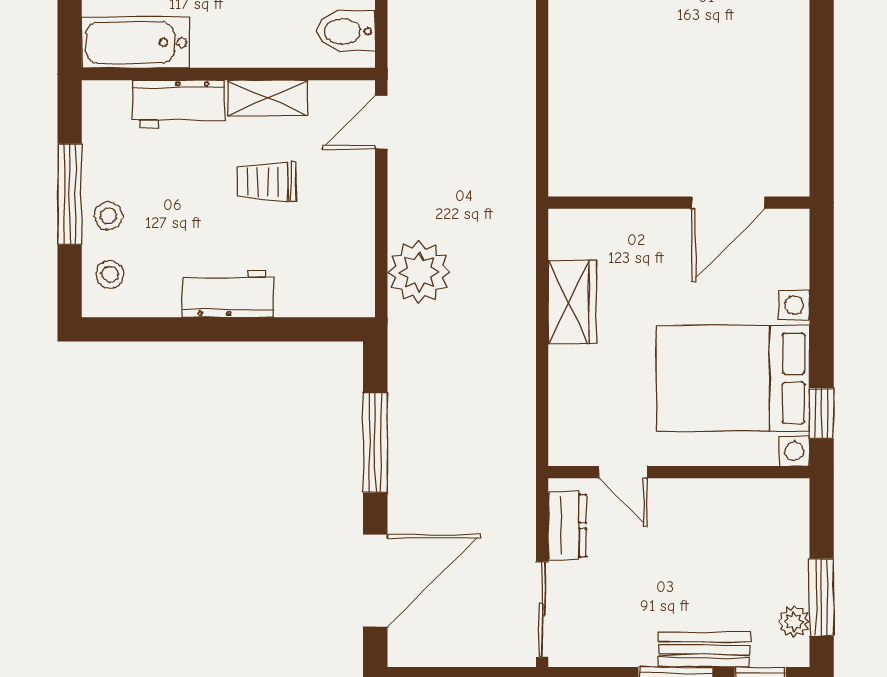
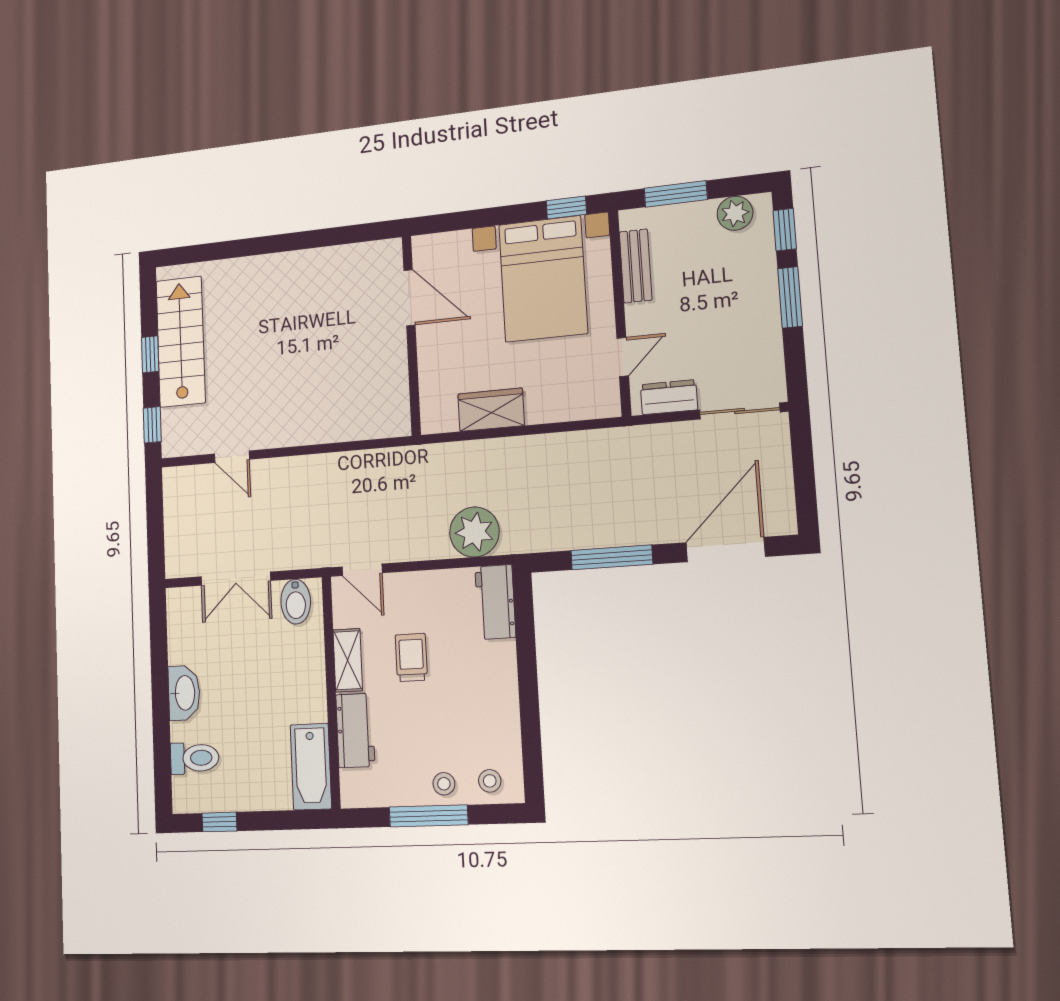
trolley: (267, 182) -> (411, 657), turned 180
workbench: (228, 294) -> (495, 602), moved
door: (375, 581) -> (725, 550), hinge flipped
window: (822, 597) -> (676, 194), moved
plant: (794, 621) -> (735, 213), width x1.38, depth x1.38
bench: (704, 650) -> (636, 266), moved

